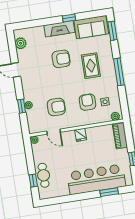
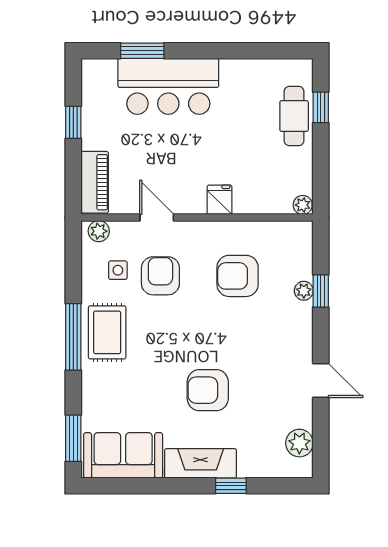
window: (69, 18) -> (231, 486), moved
rug: (91, 66) -> (107, 332), moved
armchair: (87, 102) -> (160, 276), turned 180
door: (54, 132) -> (157, 218), moved
fridge: (81, 135) -> (220, 200), moved
bar counter: (96, 179) -> (168, 86), width x0.73

